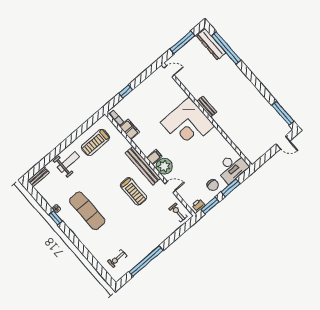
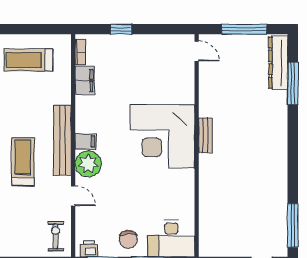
window: (226, 48) -> (293, 83), width x0.68
treadmill: (133, 191) -> (23, 162), turned 180

